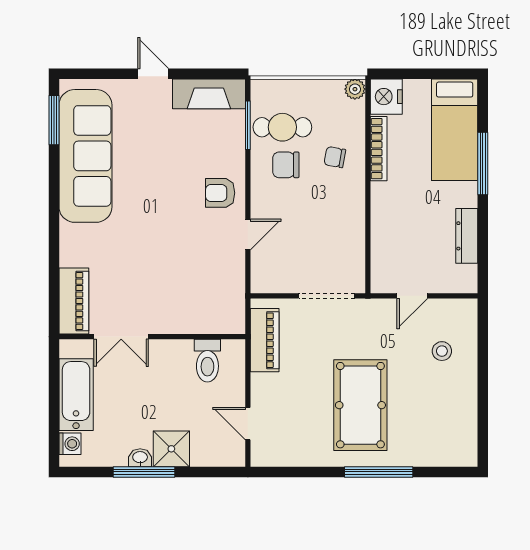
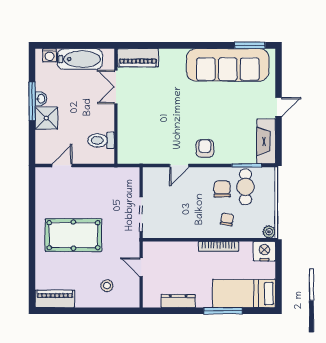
bookcase: (379, 149) -> (218, 246), moved
door: (248, 234) -> (179, 165), hinge flipped
piano: (265, 340) -> (55, 299), moved, turned 180
window: (379, 472) -> (32, 246), removed

